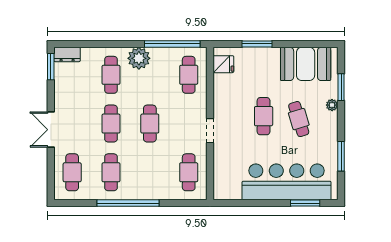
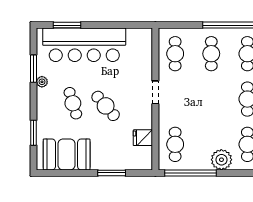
fridge: (223, 64) -> (143, 138), moved
plant: (332, 105) -> (42, 82), moved
cafe table: (264, 116) -> (106, 106), turned -41
cafe table: (150, 124) -> (211, 54), moved

